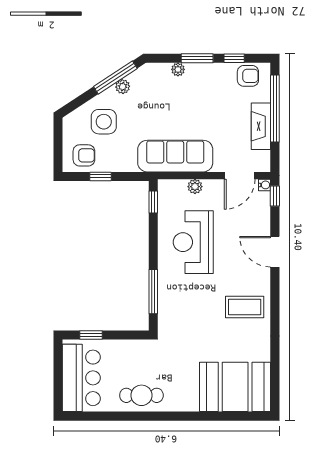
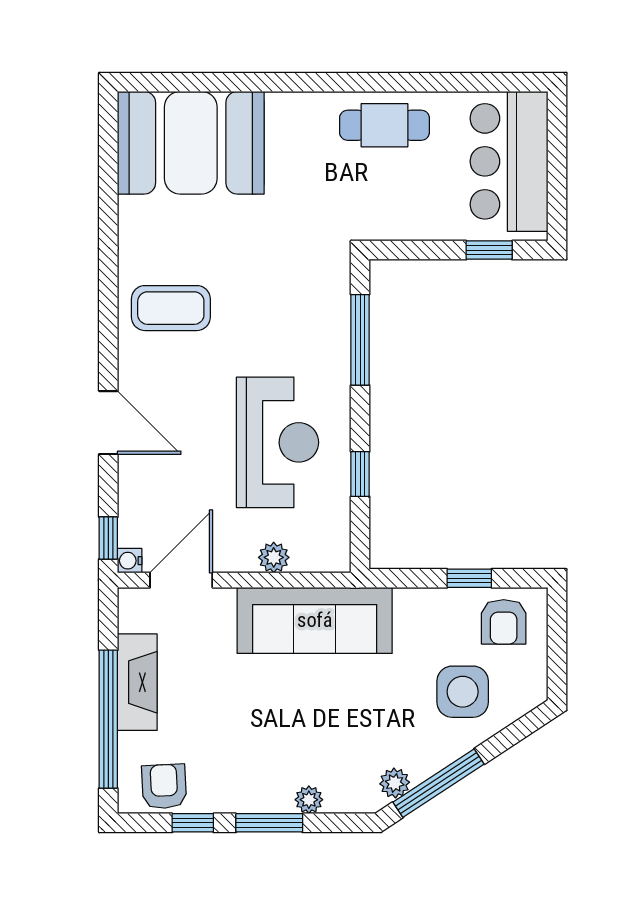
armchair: (248, 76) -> (164, 786), turned 87
plant: (123, 87) -> (395, 783), moved
armchair: (84, 155) -> (504, 622), turned -90
window: (153, 202) -> (360, 474), moved

